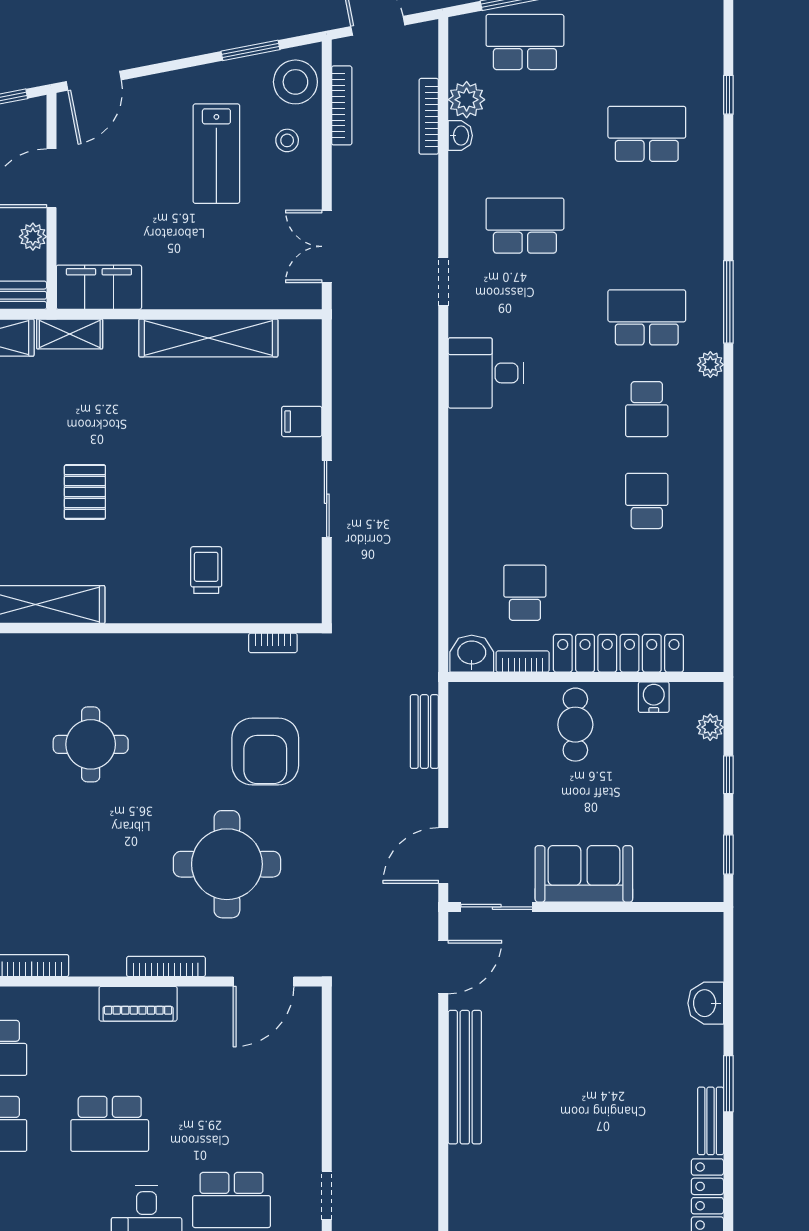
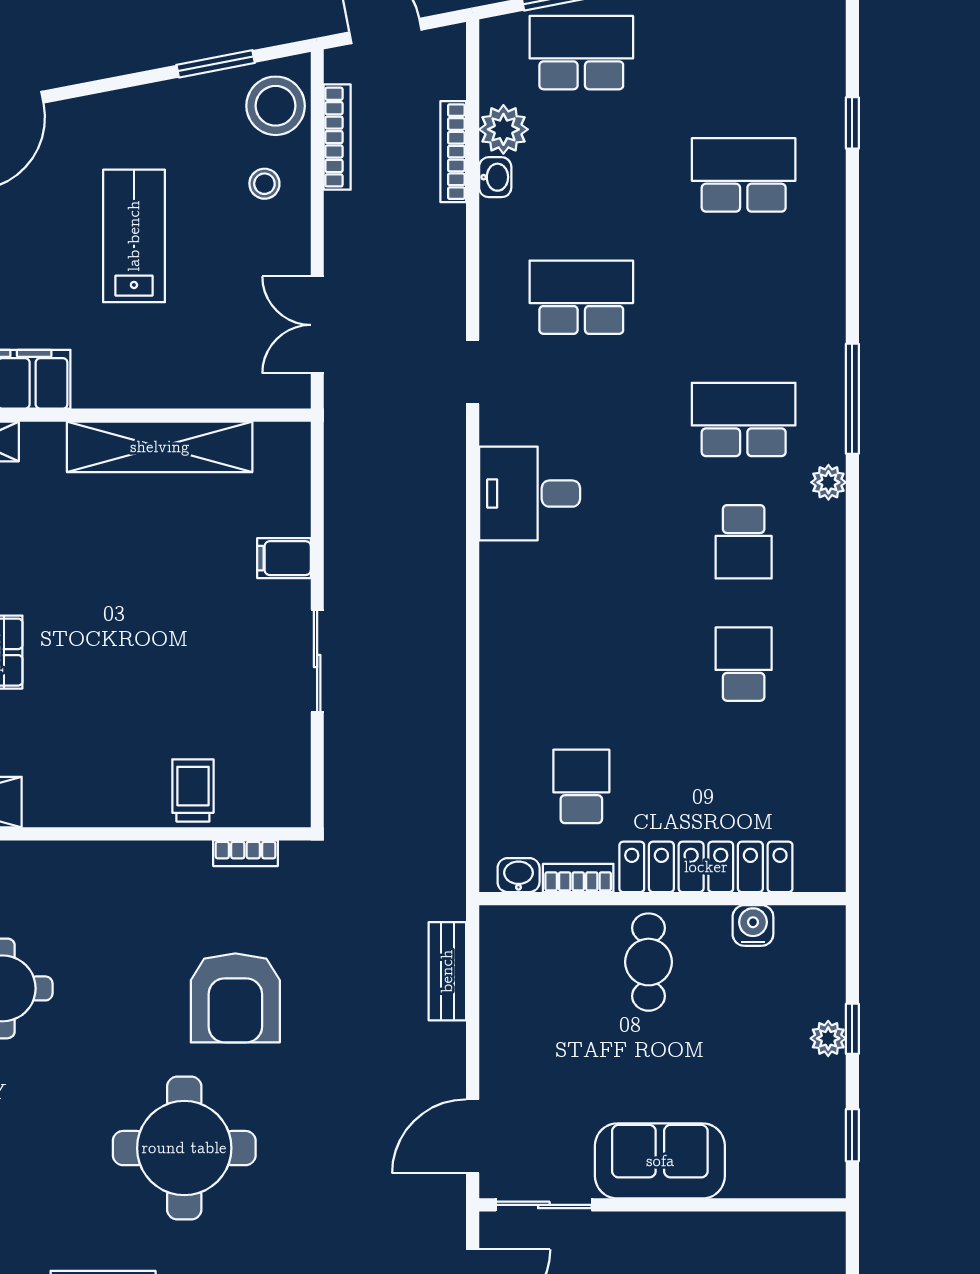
lab bench: (216, 154) -> (134, 236), moved, turned 180
trolley: (206, 570) -> (193, 790), moved
washbasin: (472, 654) -> (519, 875), width x0.72, depth x0.69
plant: (710, 727) -> (828, 1038), moved

